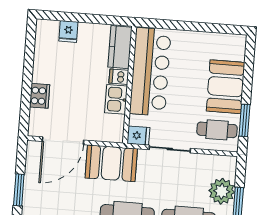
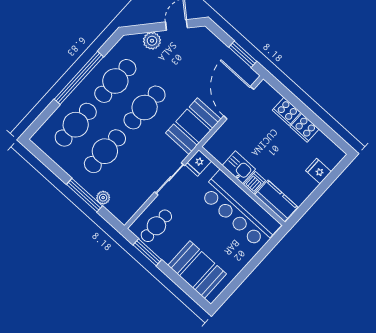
cooker: (42, 70) -> (305, 128), added
booth: (226, 87) -> (197, 270), moved
window: (19, 190) -> (243, 54), moved
plant: (222, 191) -> (103, 198), width x0.53, depth x0.53

